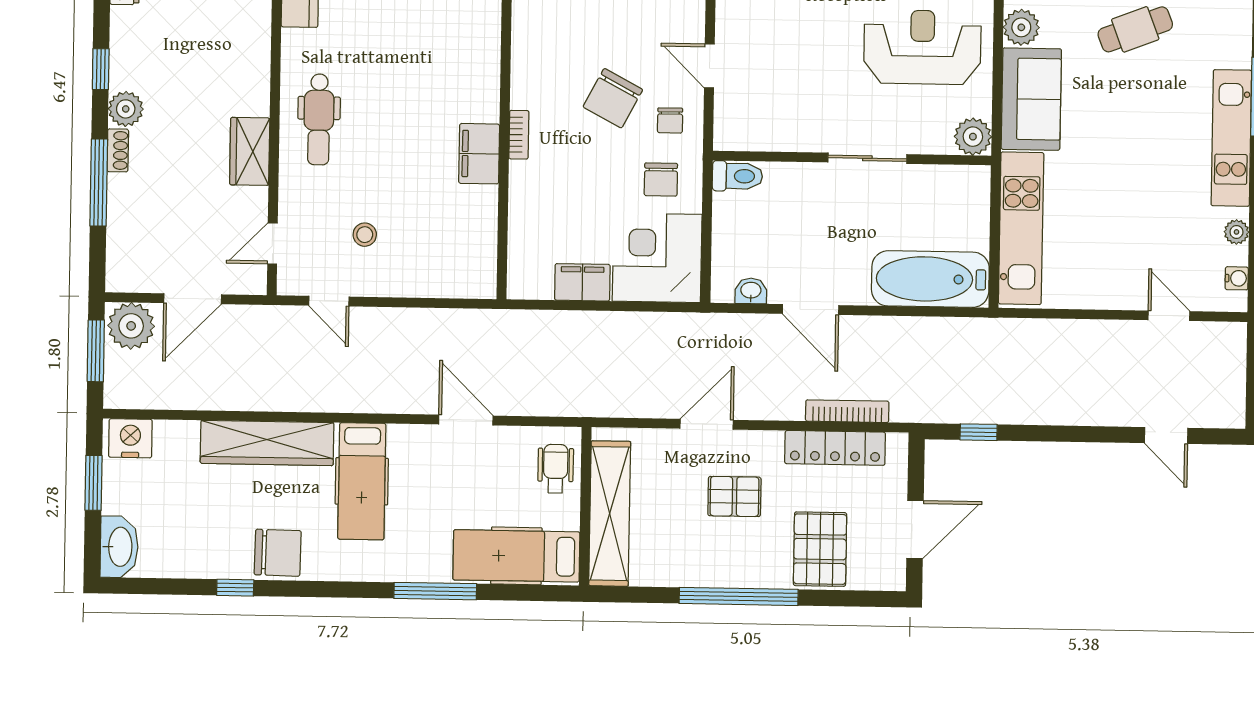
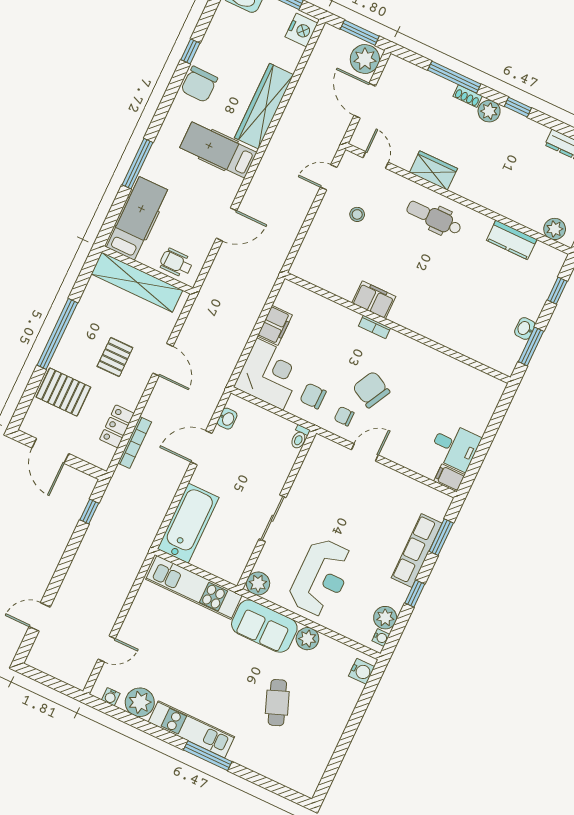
toilet: (737, 176) -> (300, 437), width x0.73, depth x0.72
plant: (1236, 232) -> (140, 702), width x1.87, depth x1.87
locker: (835, 448) -> (117, 426), width x0.66
wheelchair: (556, 469) -> (176, 263), turned 180

